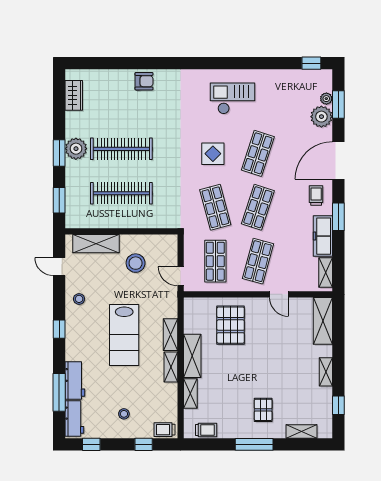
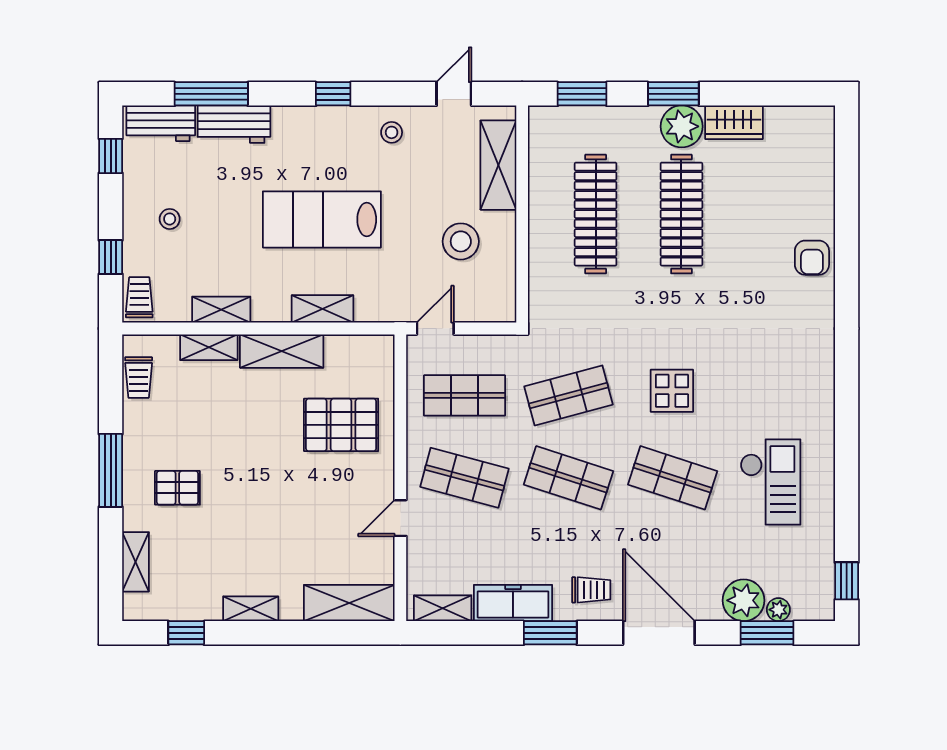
wardrobe: (74, 95) -> (734, 122), moved
checkout: (232, 98) -> (770, 482), moved
shelving: (171, 367) -> (221, 310), moved

